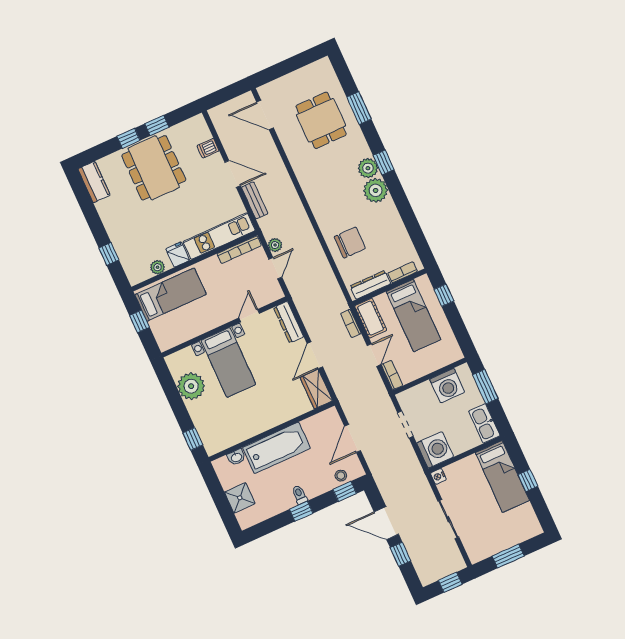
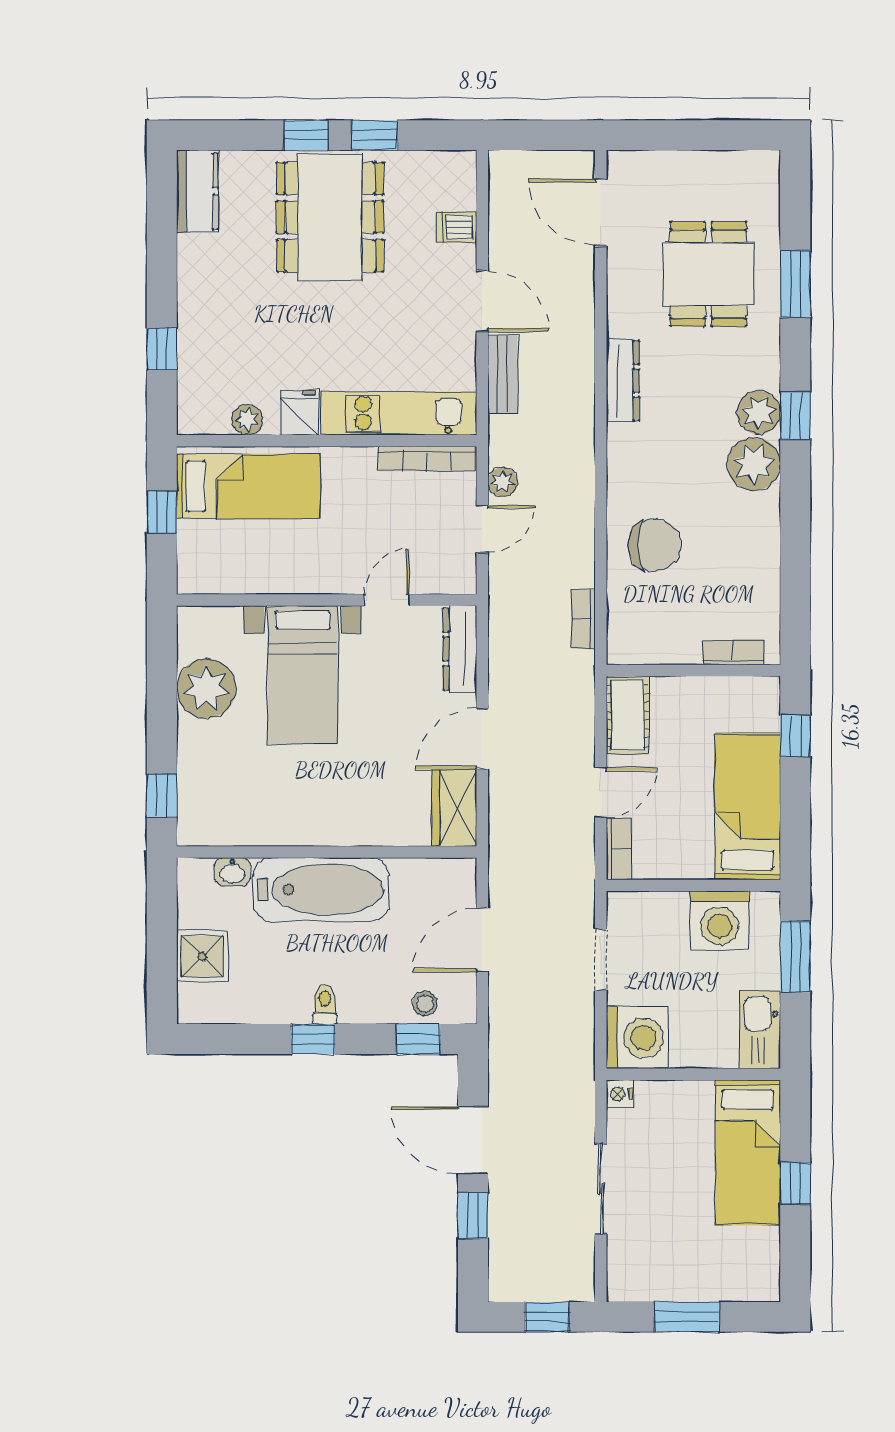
dresser: (370, 285) -> (623, 381), moved, turned 90
bed: (413, 316) -> (748, 807), moved, turned 180
bookcase: (351, 323) -> (583, 619), moved

